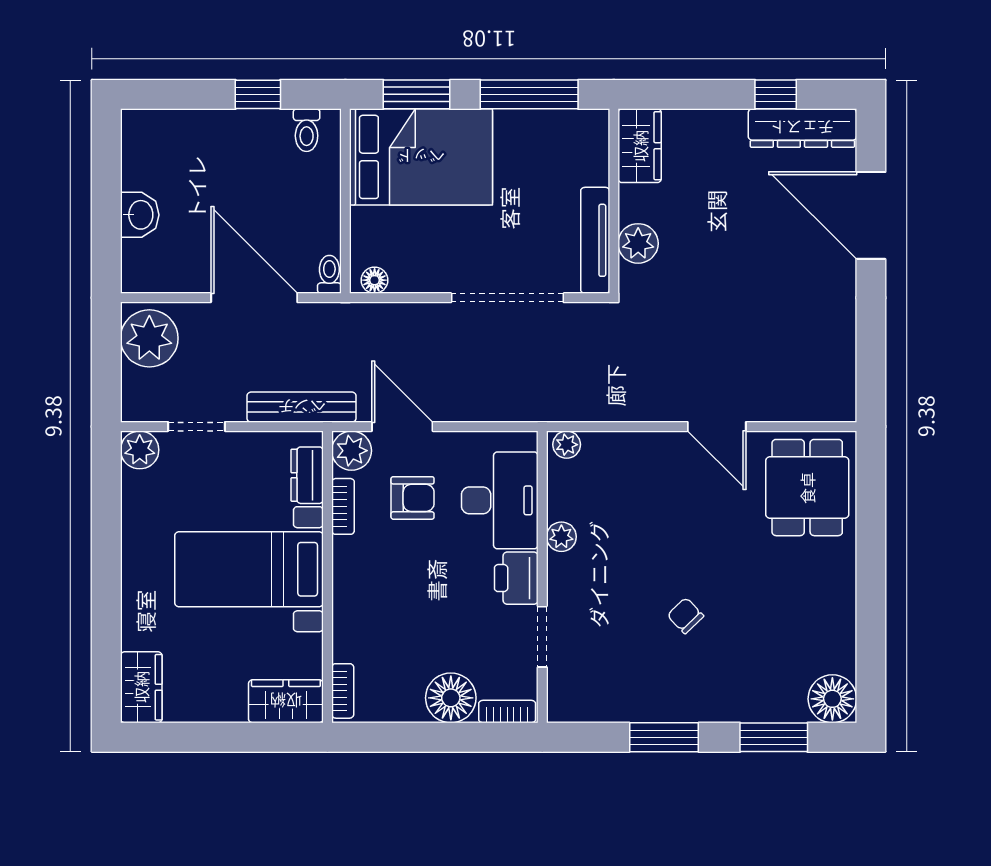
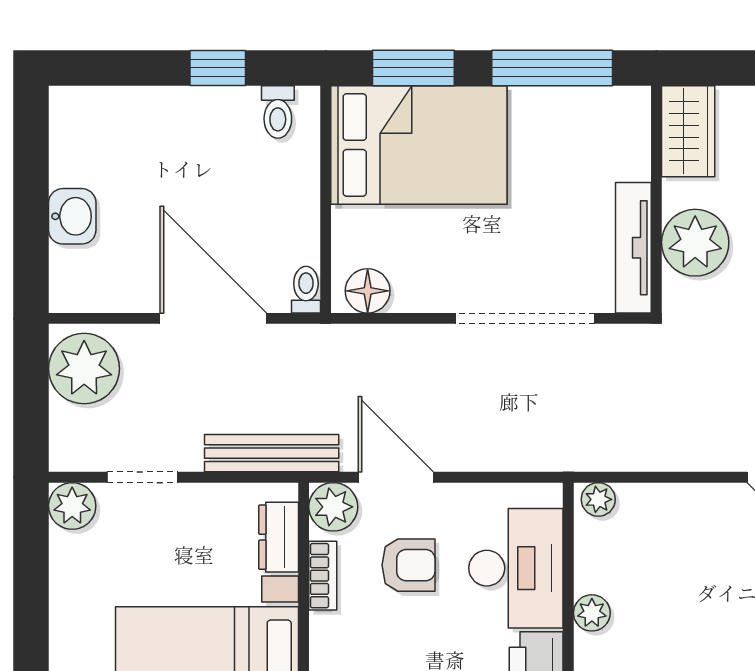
plant: (638, 243) -> (695, 243), width x1.36, depth x1.36
floor lamp: (375, 280) -> (368, 291), width x1.37, depth x1.37

